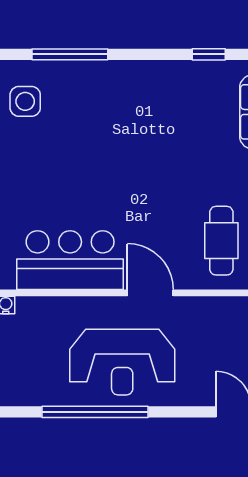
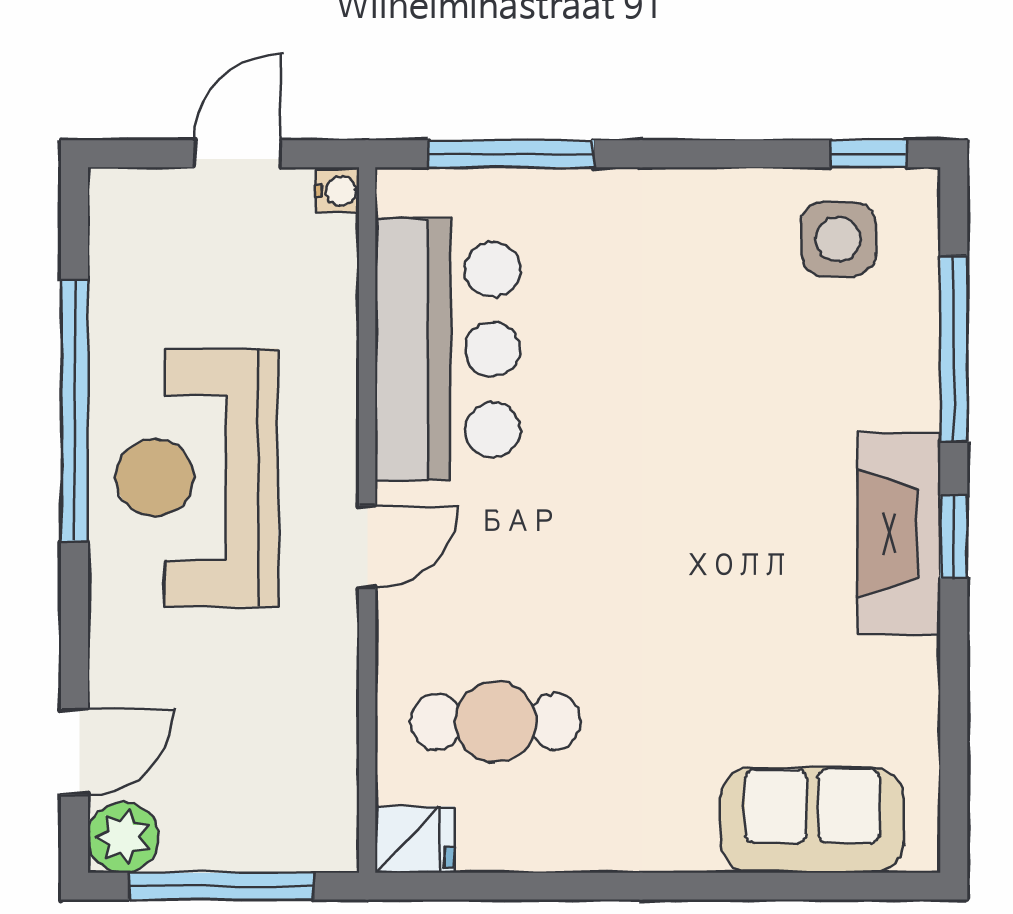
window: (209, 54) -> (954, 537), moved
fireplace: (145, 77) -> (899, 533), added
door: (150, 293) -> (367, 547), width x0.73

